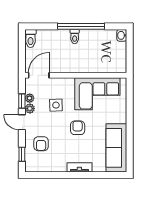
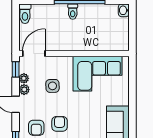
window: (22, 101) -> (16, 69), moved
armchair: (78, 128) -> (60, 124), moved

